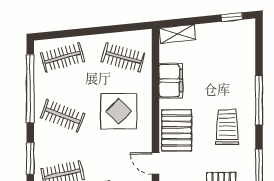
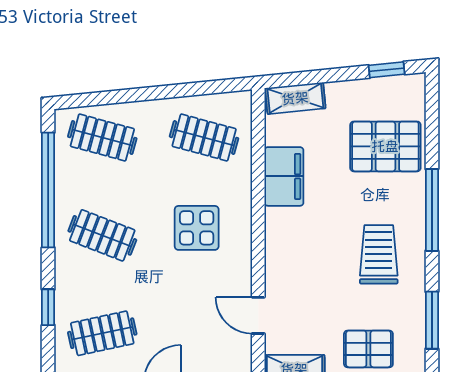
clothes rail: (63, 57) -> (102, 137), turned 30
display table: (119, 111) -> (197, 228), width x0.73, depth x0.73
pallet: (177, 130) -> (385, 146), moved, turned 90
window: (30, 159) -> (48, 307), width x0.67

